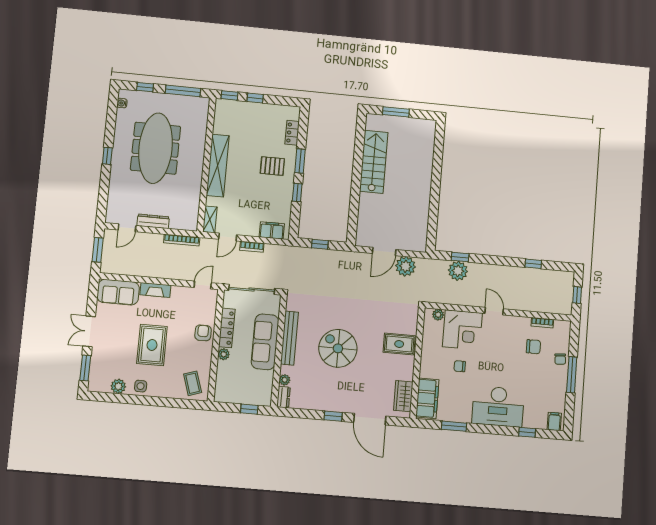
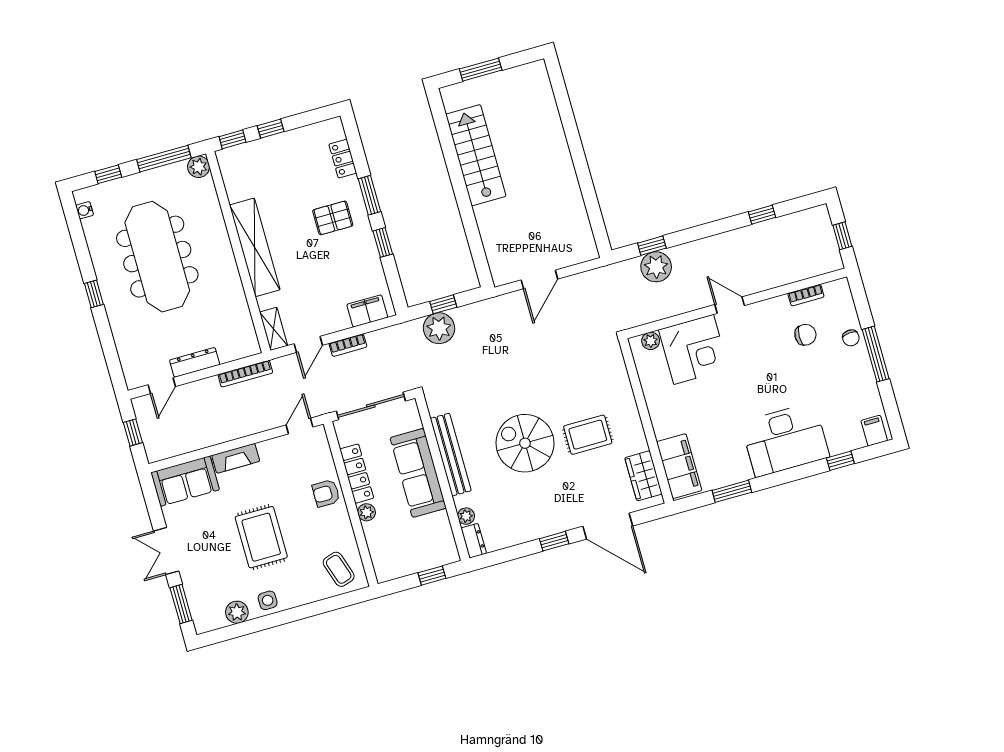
plant: (202, 104) -> (199, 167), added
window: (98, 250) -> (133, 432), width x0.67
plant: (406, 266) -> (439, 328), moved
armchair: (203, 333) -> (326, 493), turned -90
rug: (399, 344) -> (588, 435), moved
chair: (460, 366) -> (709, 403), removed

